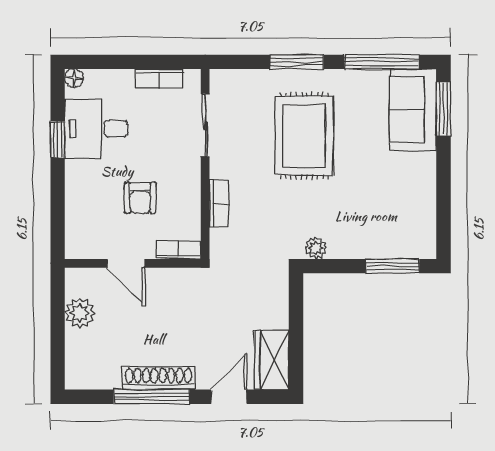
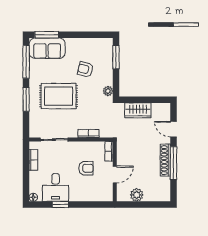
armchair: (365, 196) -> (85, 69), added
wardrobe: (272, 360) -> (138, 110), moved

